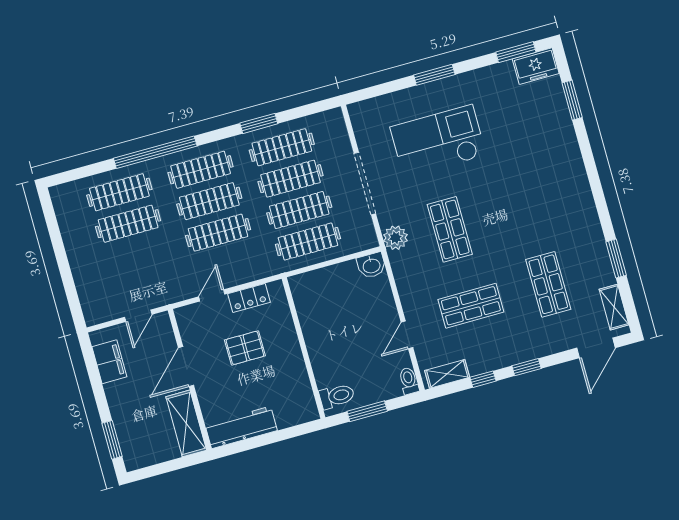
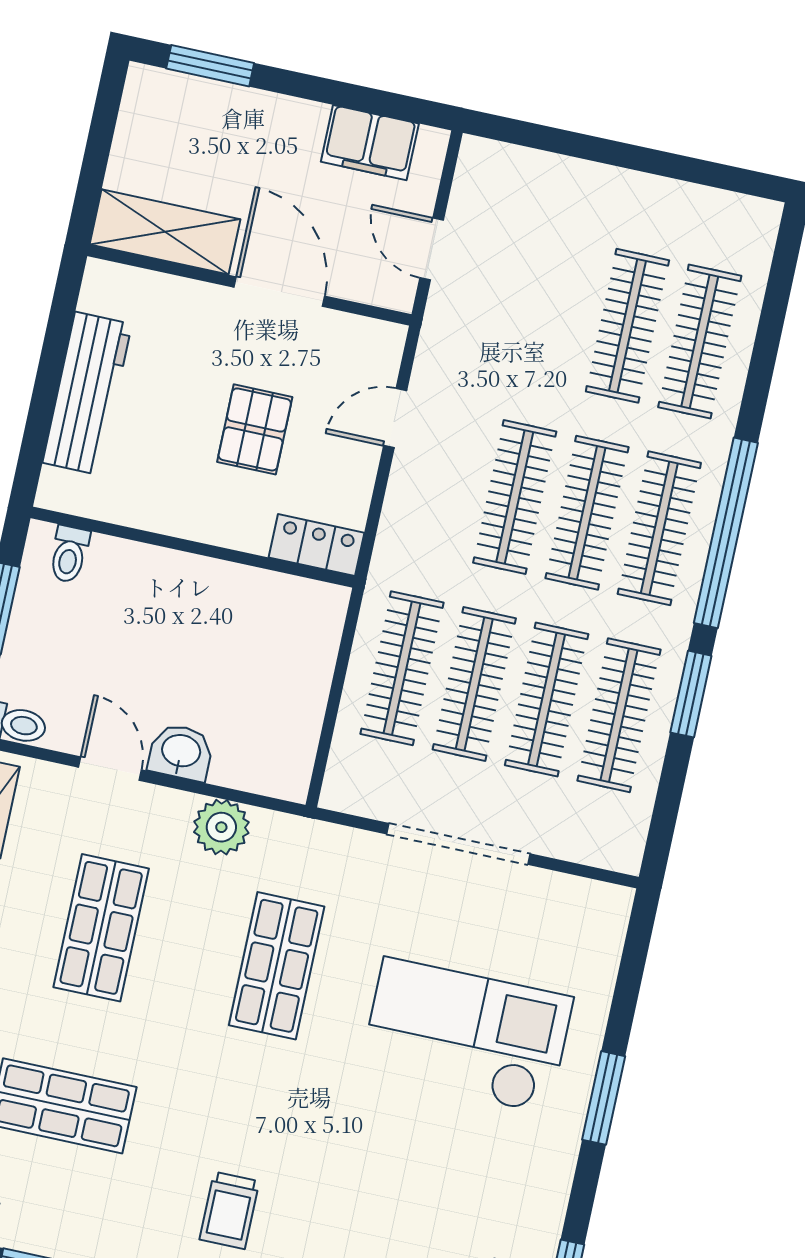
checkout: (438, 141) -> (466, 1036), turned -90
window: (155, 152) -> (726, 533), moved
trolley: (555, 198) -> (229, 1210), added
shop shelf: (450, 229) -> (277, 966), turned 90
plant: (395, 238) -> (221, 827), moved
washbasin: (371, 265) -> (181, 752), moved, turned 90
door: (212, 295) -> (395, 418), swing flipped
locker: (249, 298) -> (316, 545), moved, turned 90
toilet: (337, 396) -> (69, 554), width x0.73, depth x0.72
workbench: (241, 427) -> (87, 393), moved

